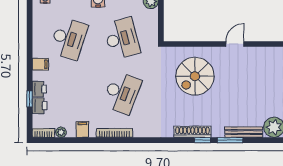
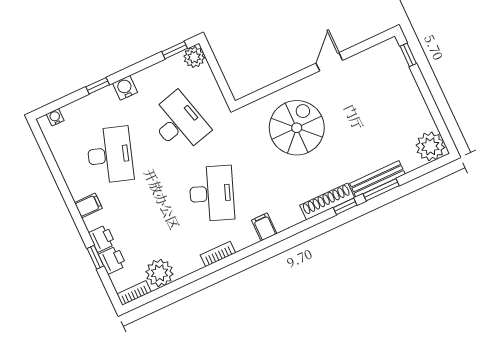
spiral stairs: (195, 76) -> (297, 128), turned 180
filing cabinet: (82, 129) -> (264, 227), moved
plant: (61, 132) -> (160, 273), width x1.88, depth x1.88
bench: (244, 132) -> (377, 179), moved
bookcase: (114, 133) -> (218, 254), width x0.64

